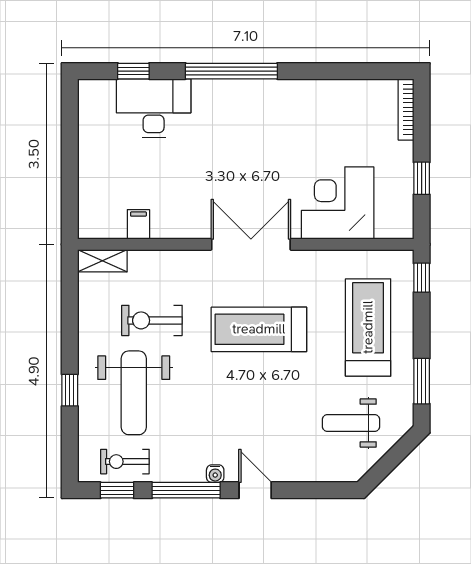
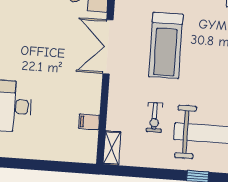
exercise bike: (152, 320) -> (155, 117), width x0.73, depth x0.72

